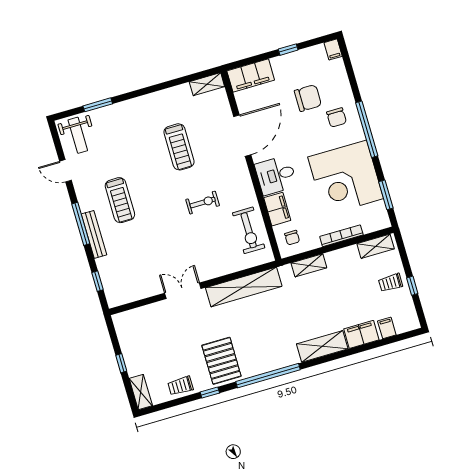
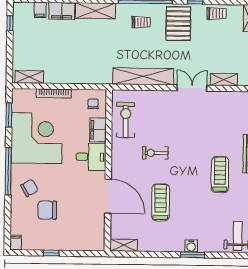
filing cabinet: (251, 75) -> (87, 242), removed
window: (98, 105) -> (193, 255), moved
water cooler: (128, 107) -> (191, 246), added
chair: (337, 117) -> (29, 188), turned 61
door: (242, 136) -> (108, 196), swing flipped
shelving: (309, 265) -> (224, 80), moved
trolley: (391, 283) -> (141, 22), moved
window: (412, 286) -> (10, 23), moved
double door: (183, 291) -> (192, 88), swing flipped

